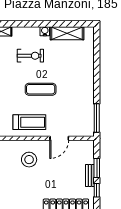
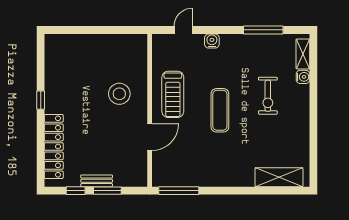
water cooler: (45, 31) -> (303, 77), moved
shelving: (67, 33) -> (279, 177), moved, turned 90
door: (59, 138) -> (150, 137), swing flipped

